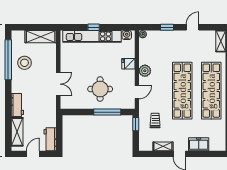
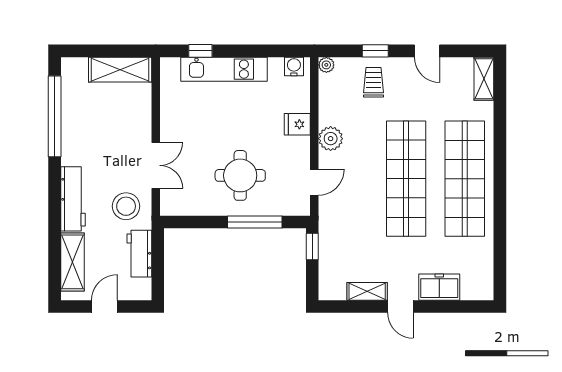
window: (94, 27) -> (200, 51), moved
door: (193, 27) -> (427, 51), swing flipped
kitchen unit: (92, 36) -> (224, 69), width x0.73
stool: (25, 63) -> (126, 206), moved
workbench: (17, 105) -> (73, 199), width x1.38
trolley: (155, 120) -> (373, 82), moved
workbench: (50, 139) -> (139, 254), moved

